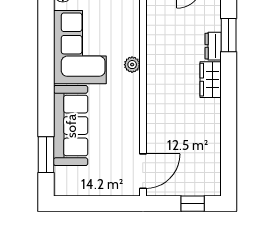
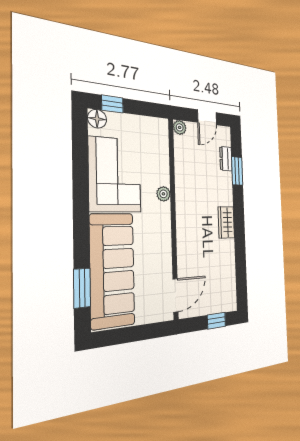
dresser: (213, 46) -> (226, 159), moved
wardrobe: (211, 80) -> (226, 222), moved
sofa: (71, 126) -> (112, 270), width x1.36, depth x1.27

